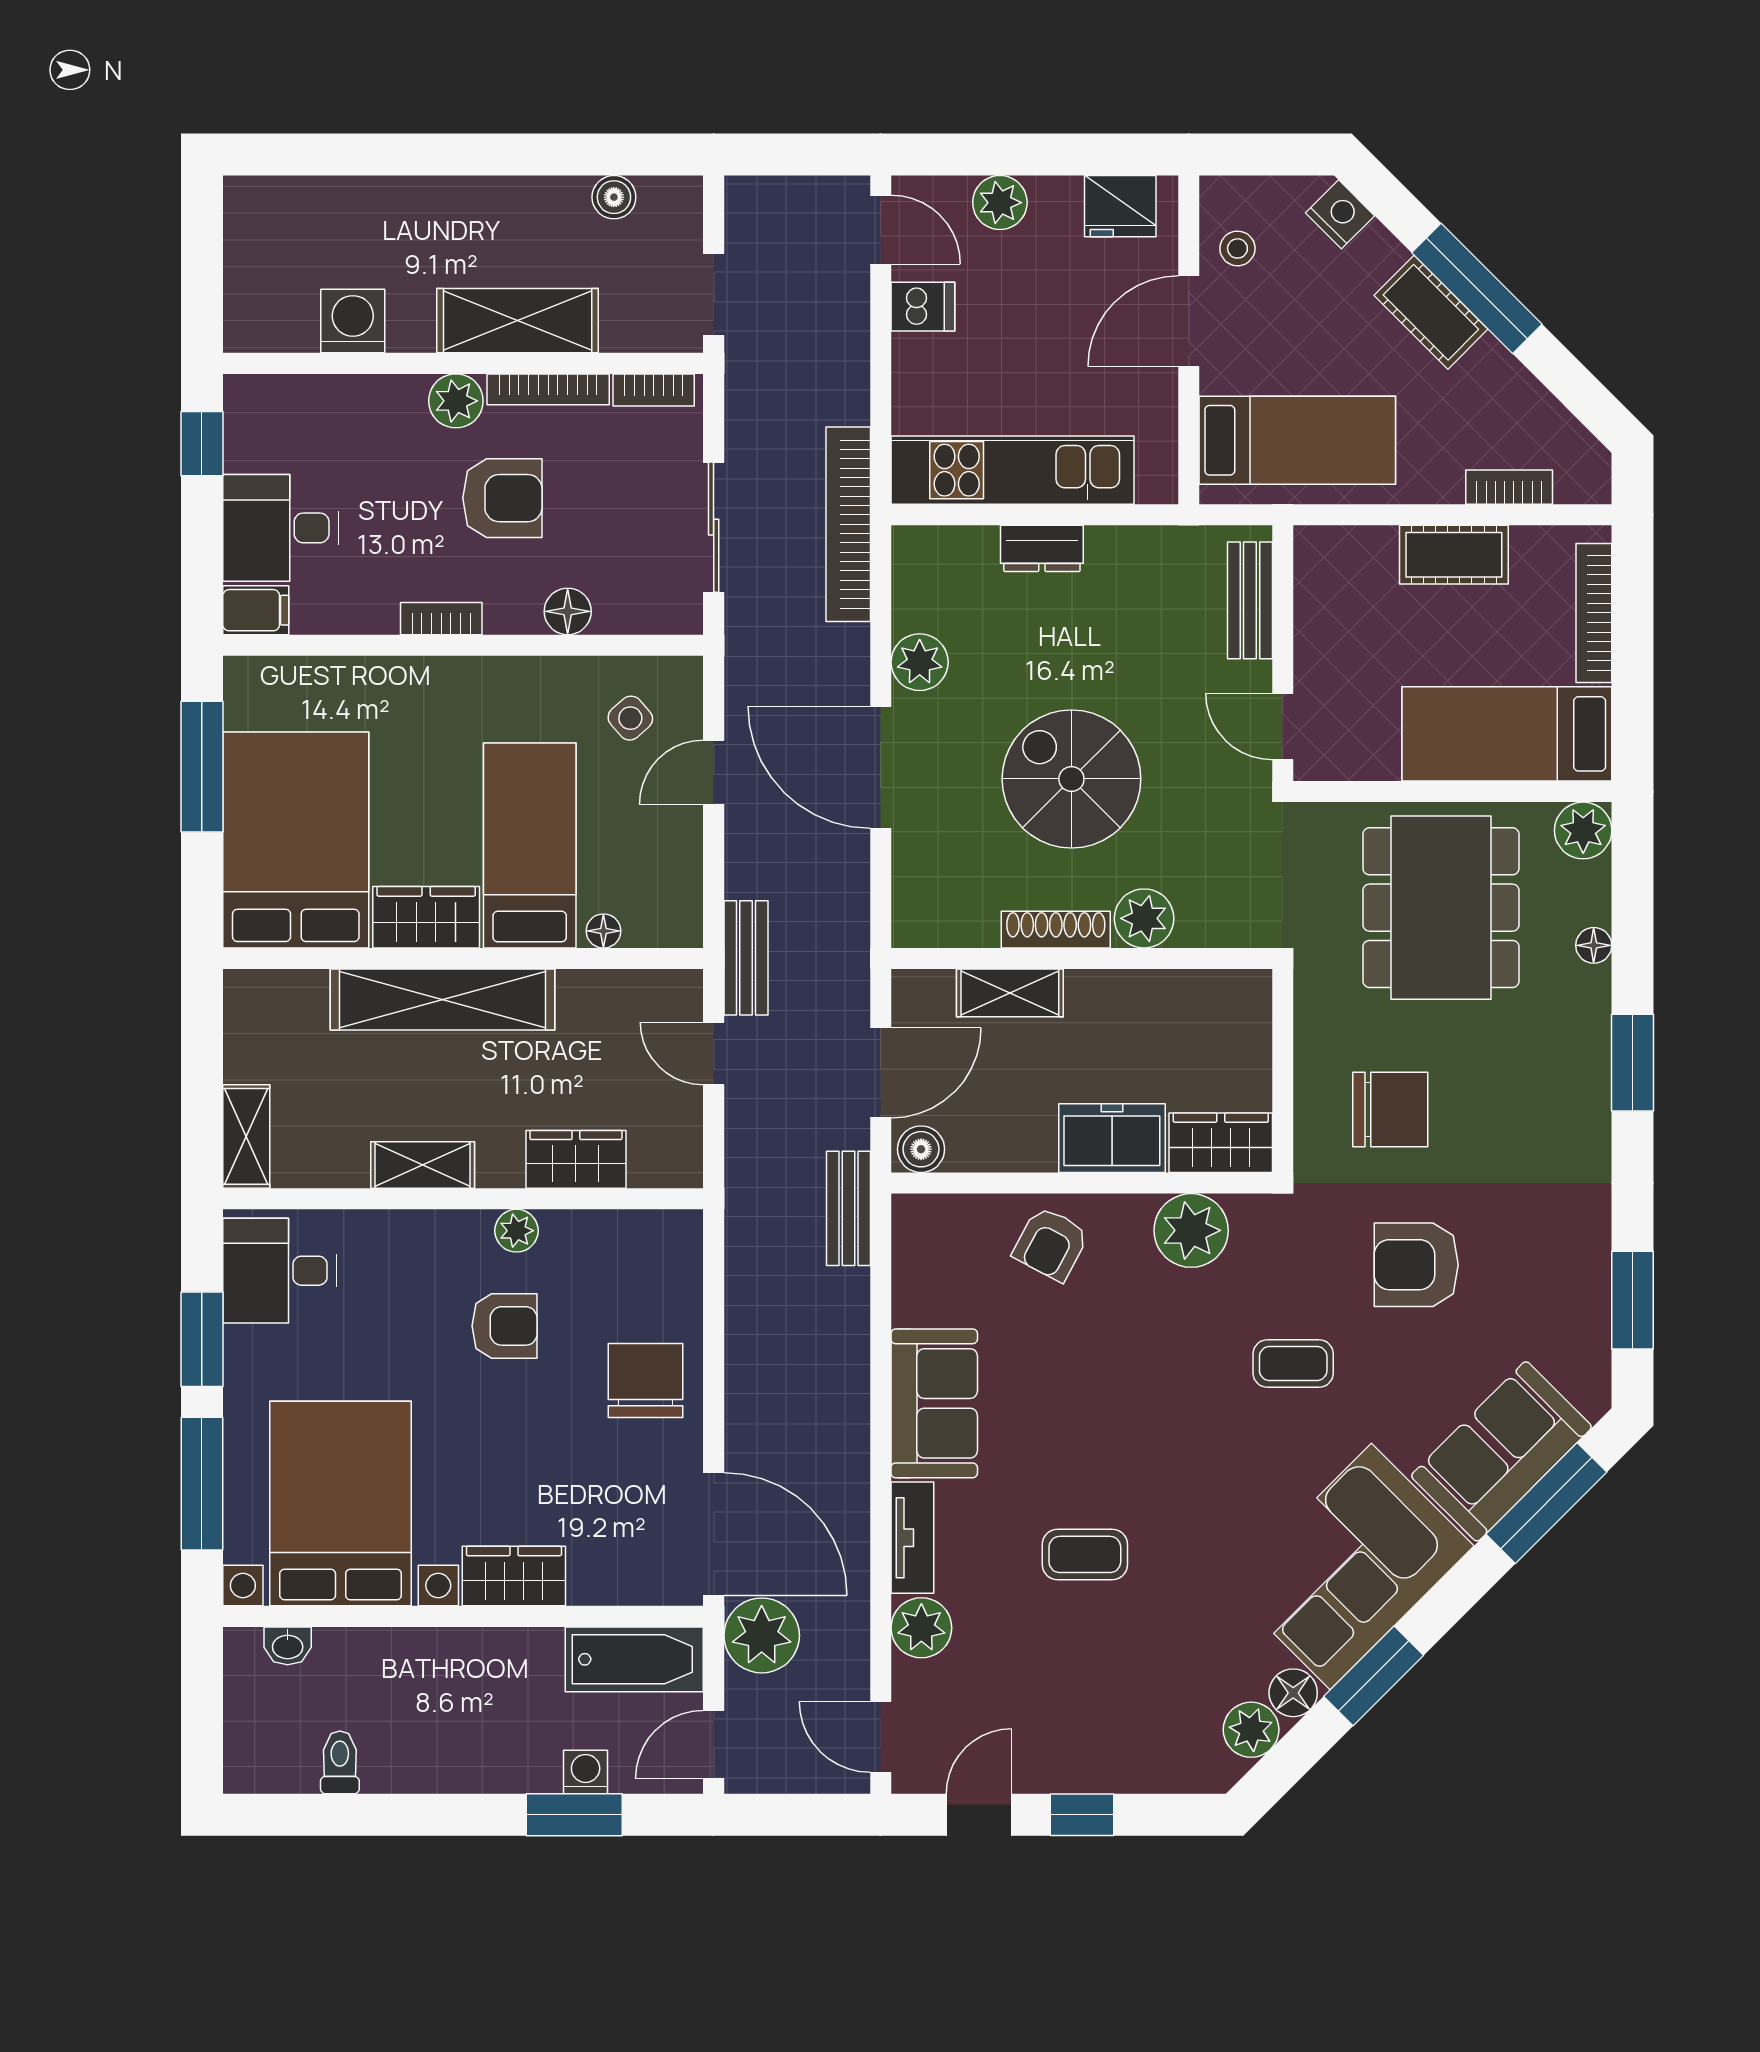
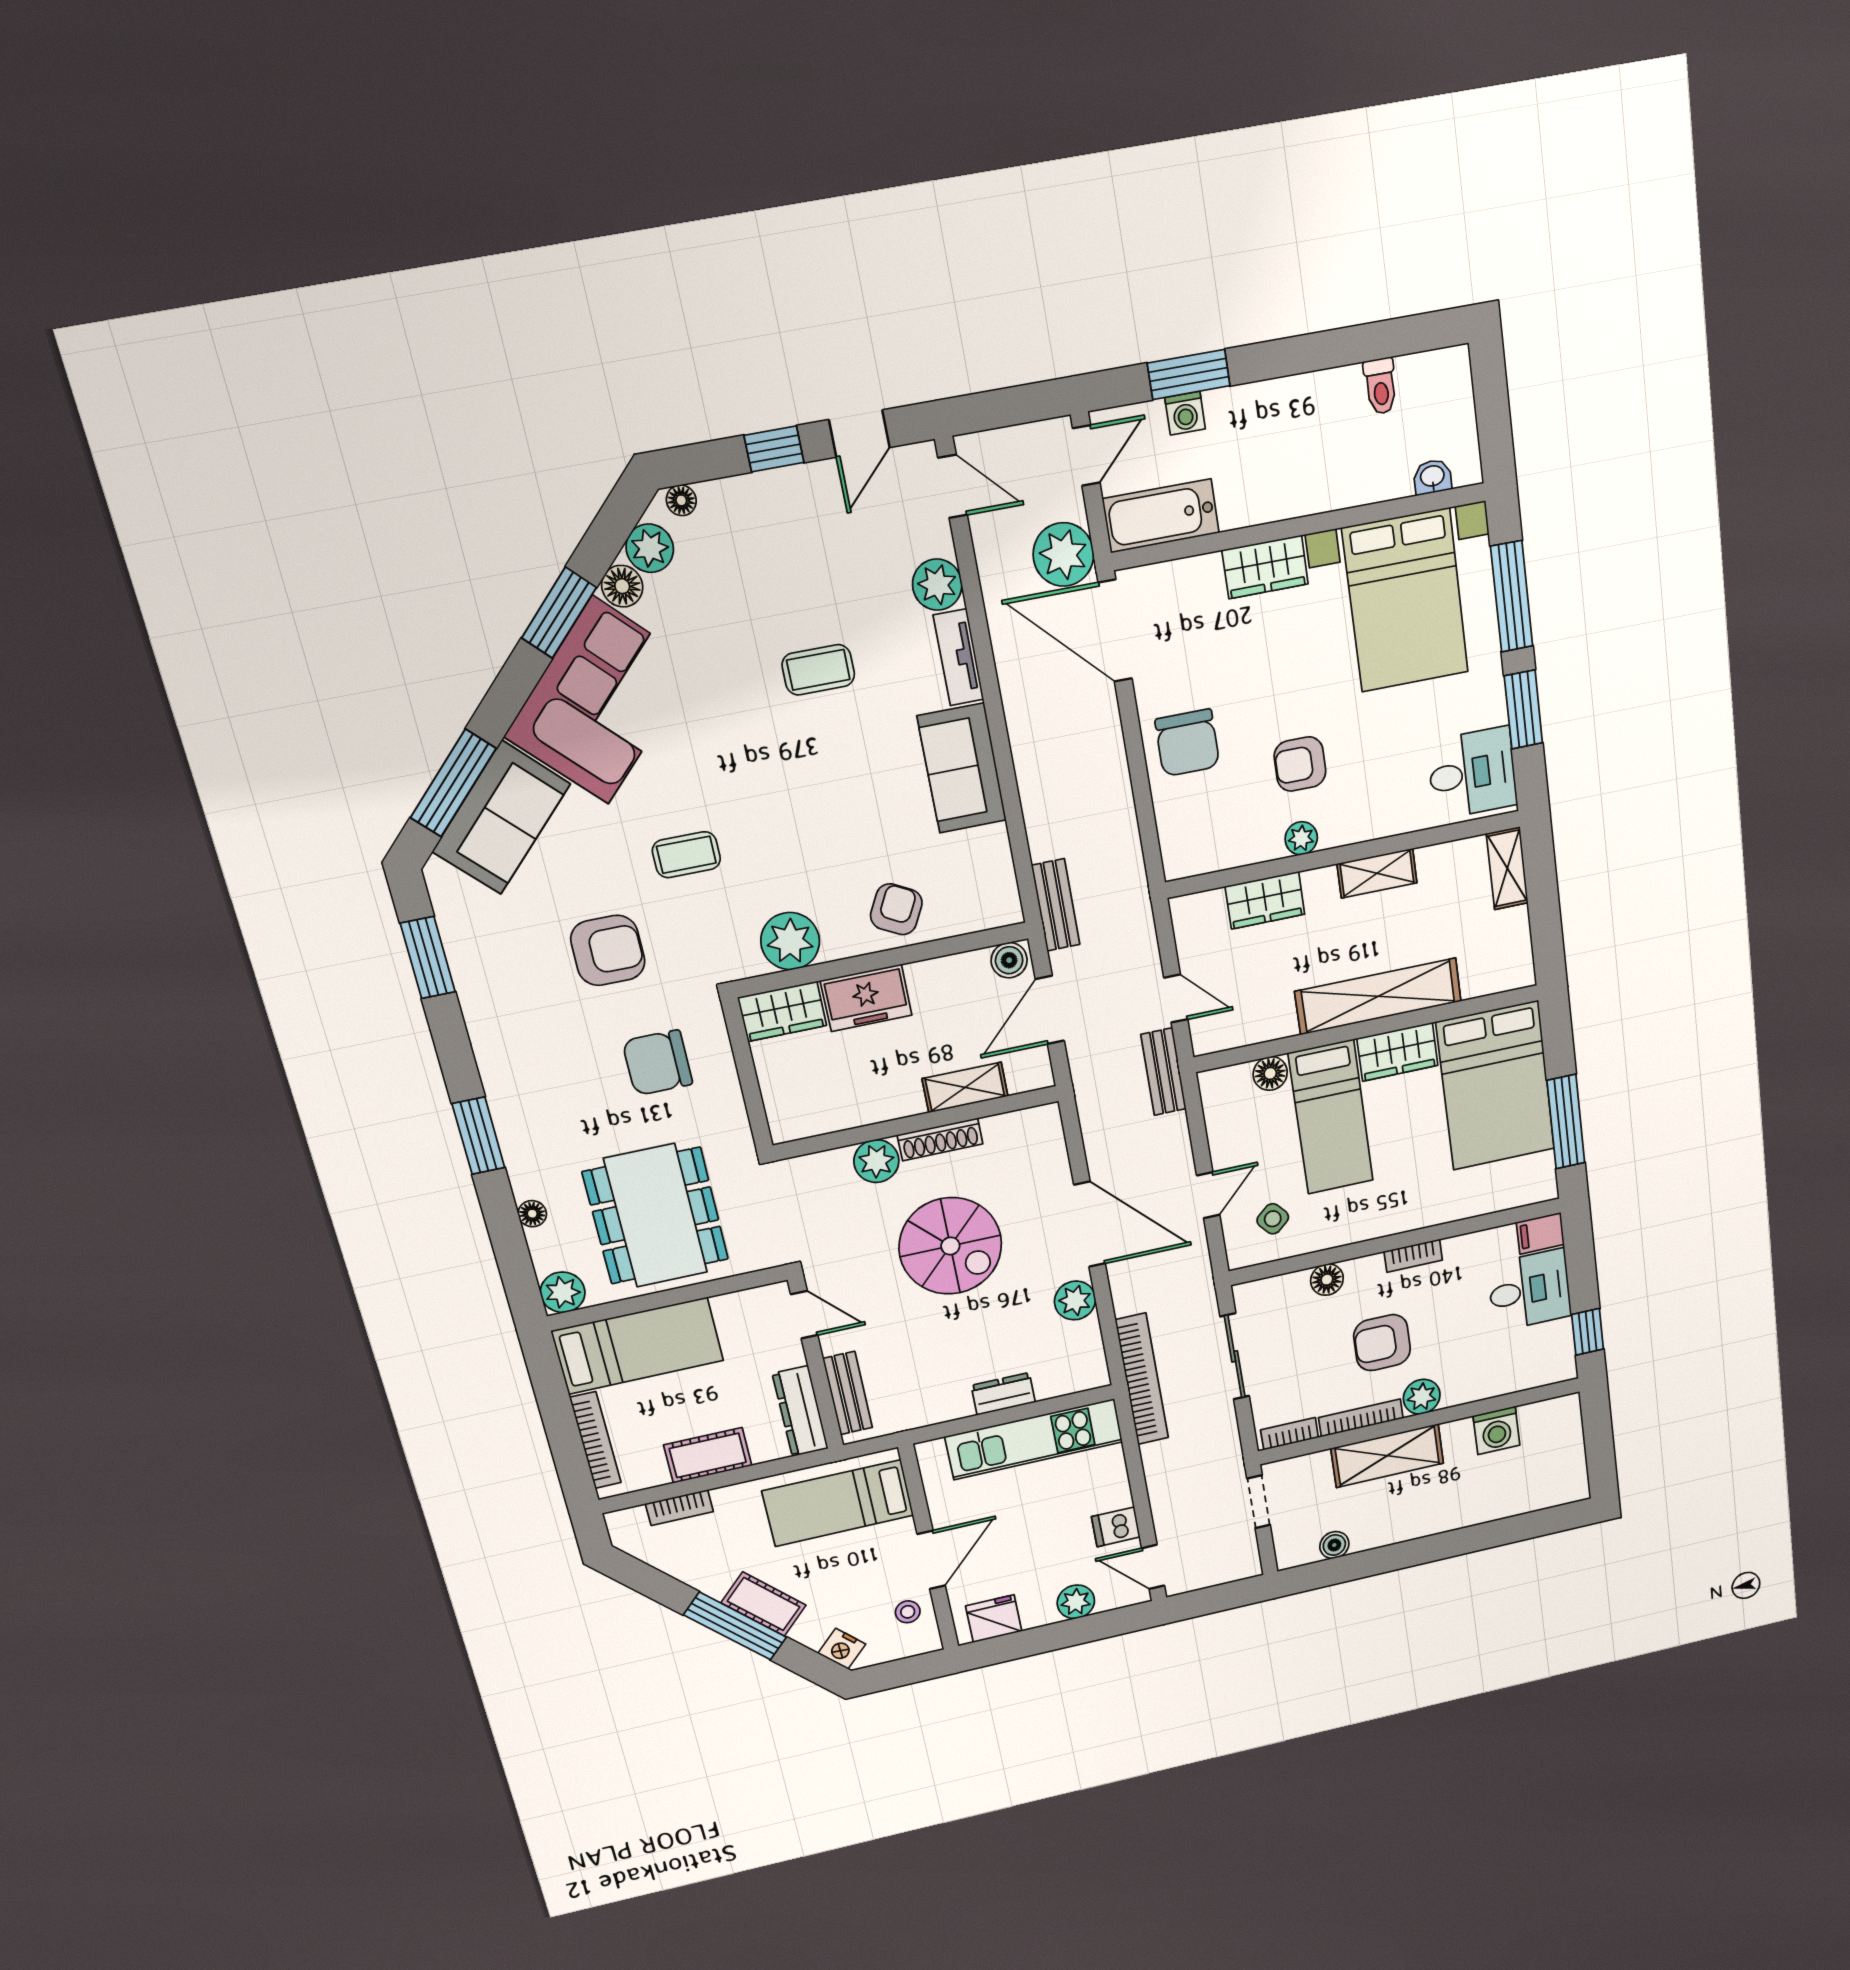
dresser: (1318, 589) -> (800, 1411), added
floor lamp: (603, 931) -> (1270, 1073), width x1.37, depth x1.37
floor lamp: (1202, 1777) -> (681, 500), added

